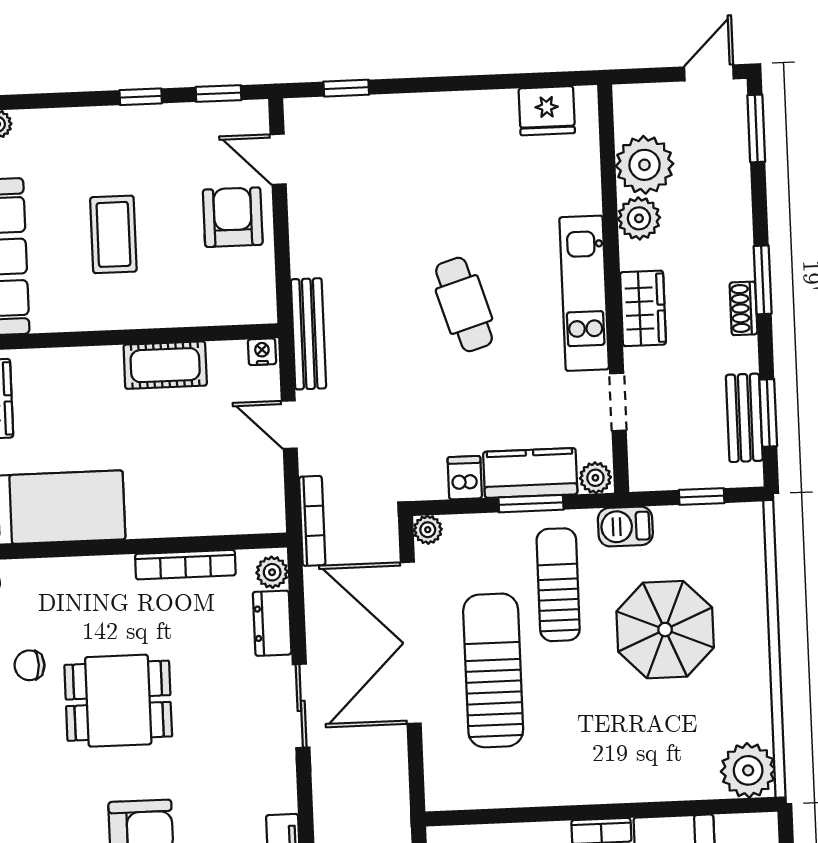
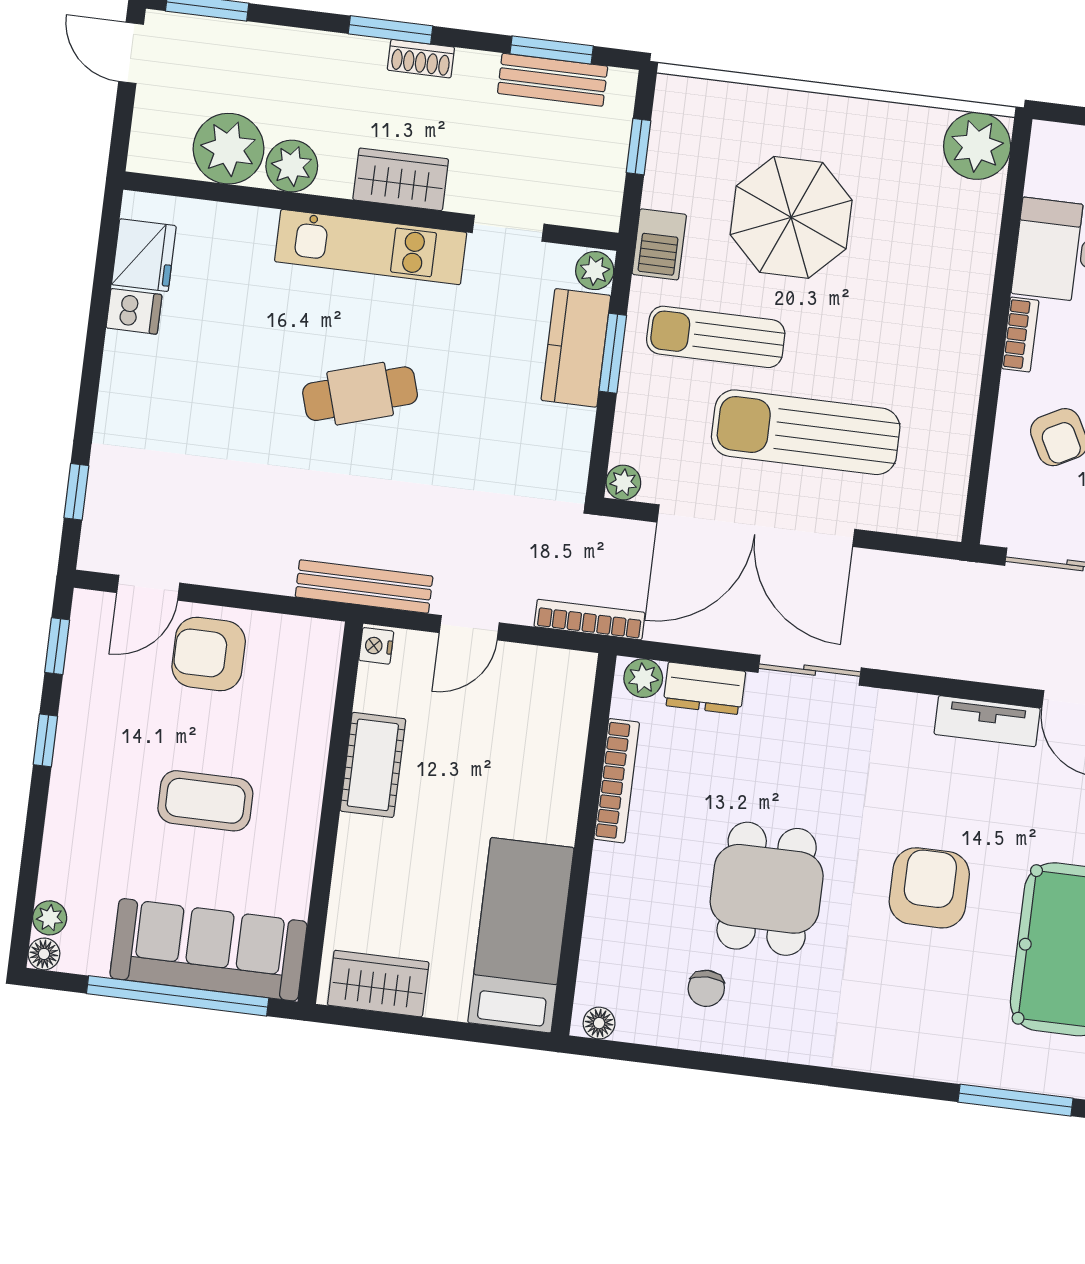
dishwasher: (465, 478) -> (134, 311), moved, turned 180

